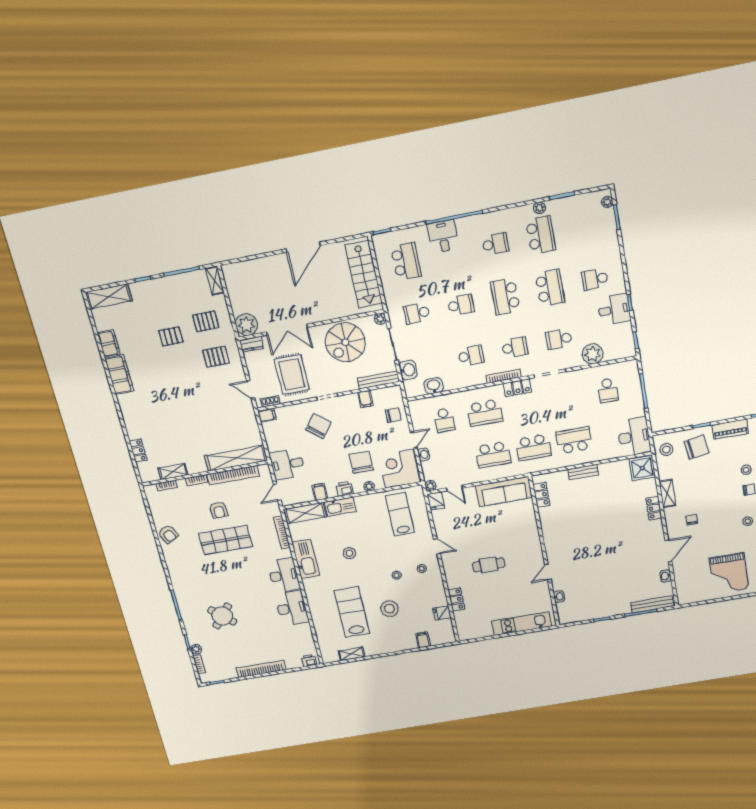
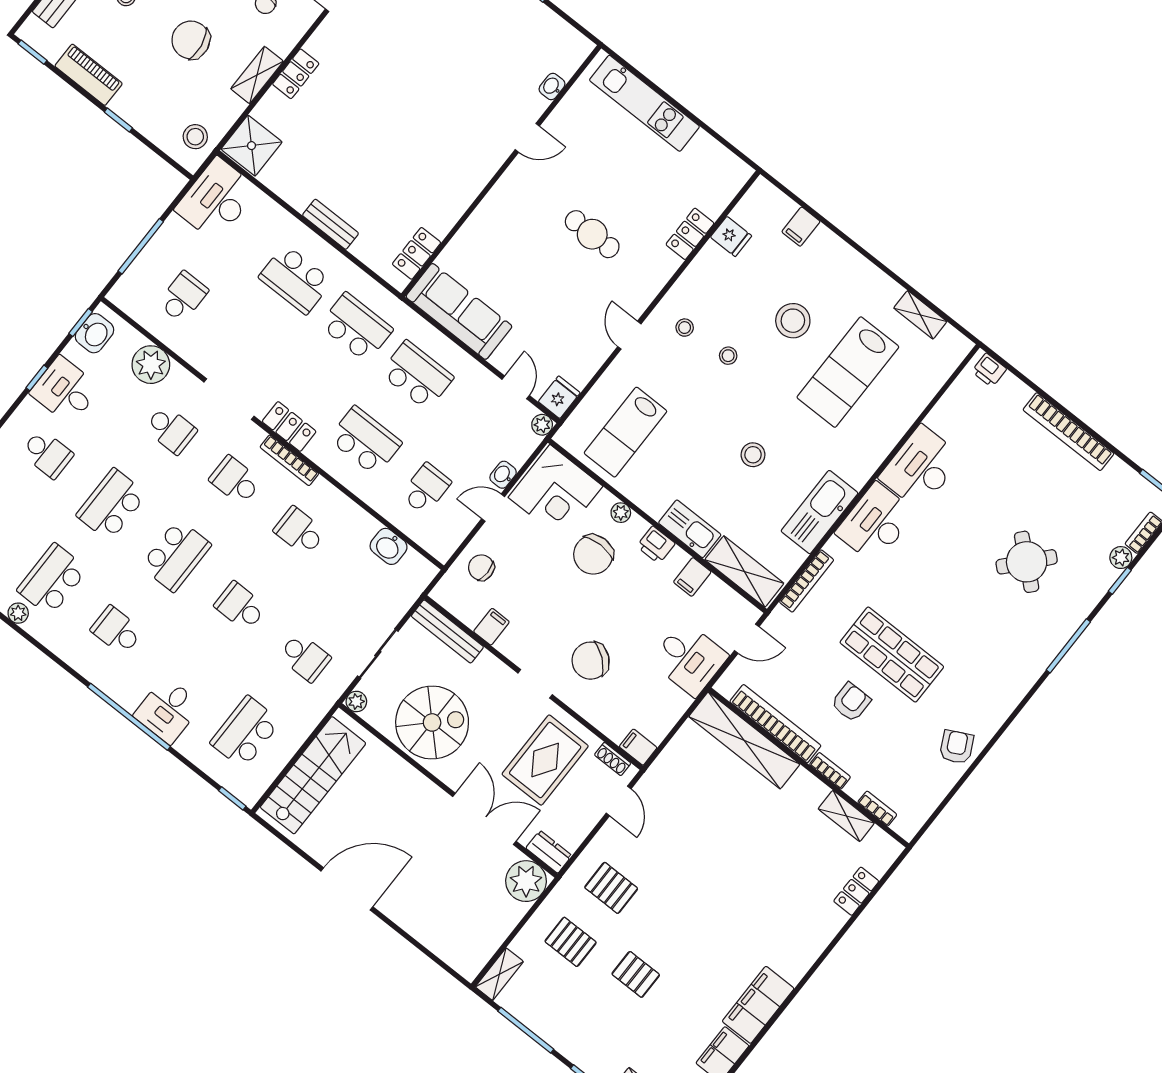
washbasin: (408, 370) -> (95, 333), moved, turned 180
chair: (696, 447) -> (191, 40), moved

